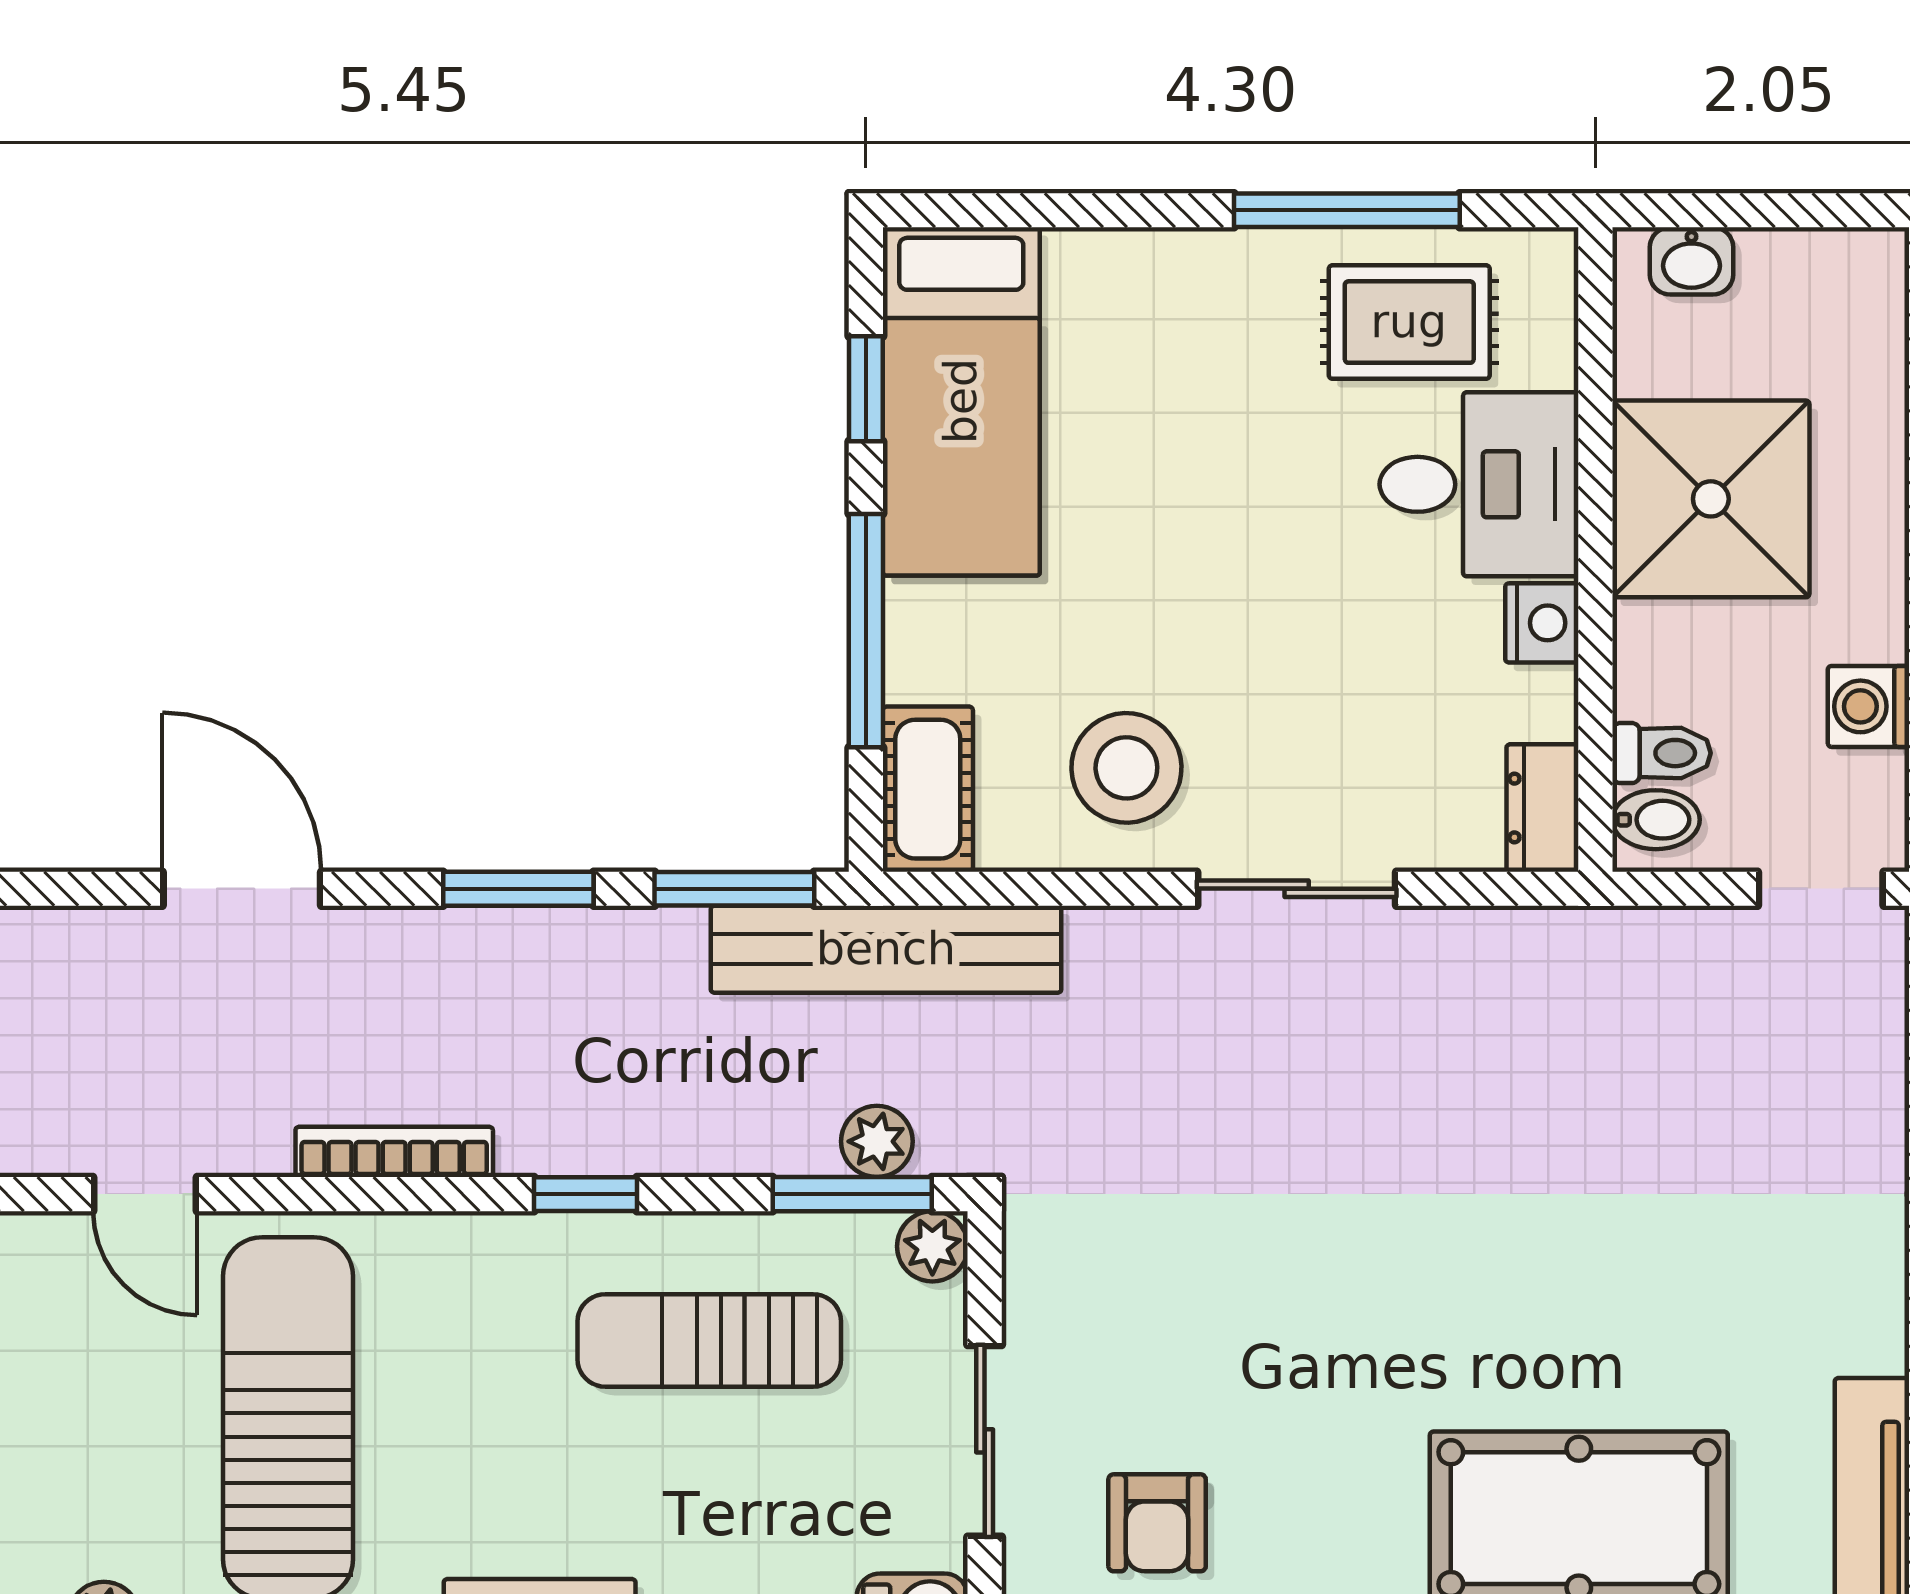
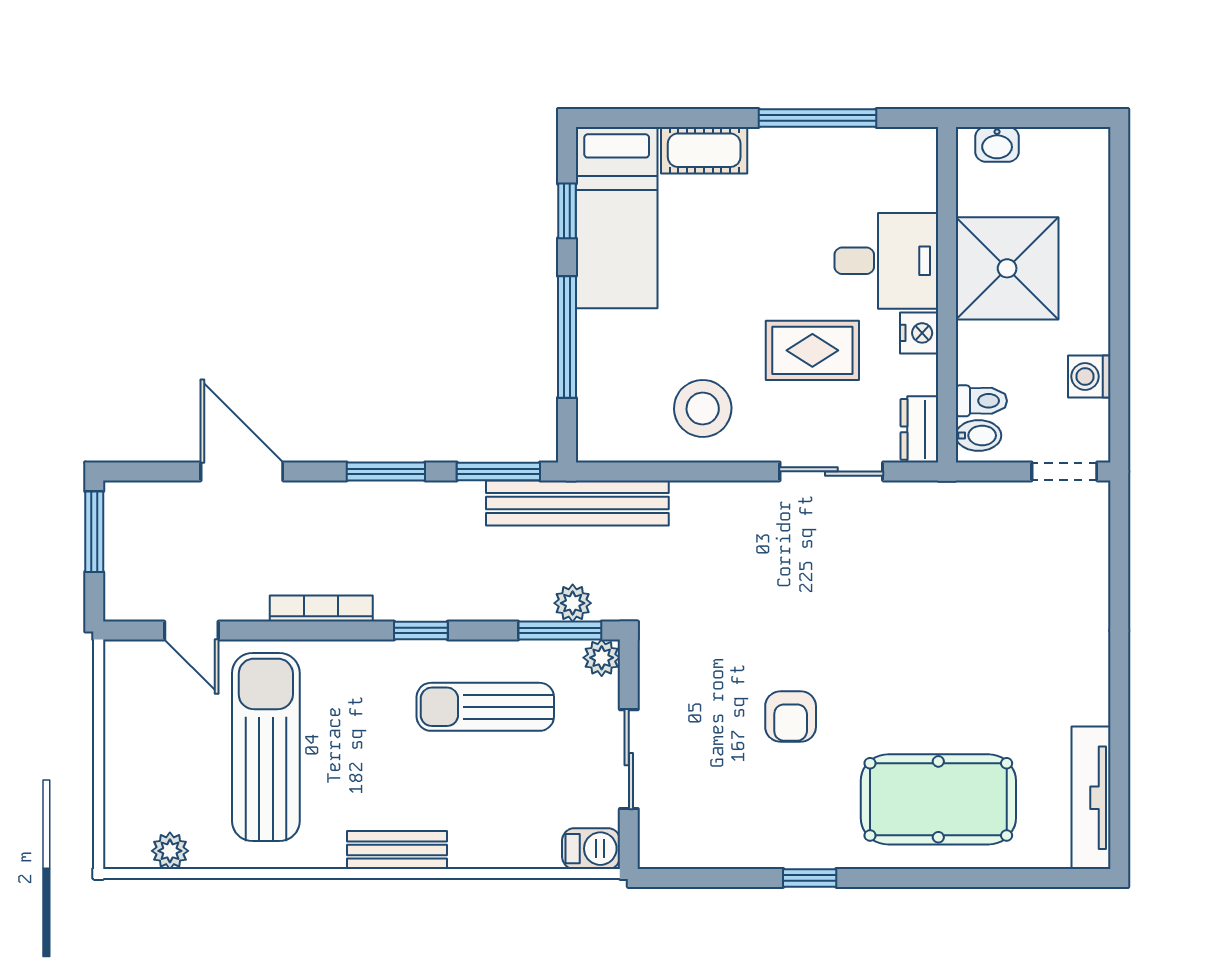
rug: (1409, 322) -> (812, 350), moved
cot: (928, 789) -> (704, 150), moved, turned 90
sliding door: (1297, 889) -> (831, 471), moved
armchair: (1157, 1523) -> (791, 716), moved

